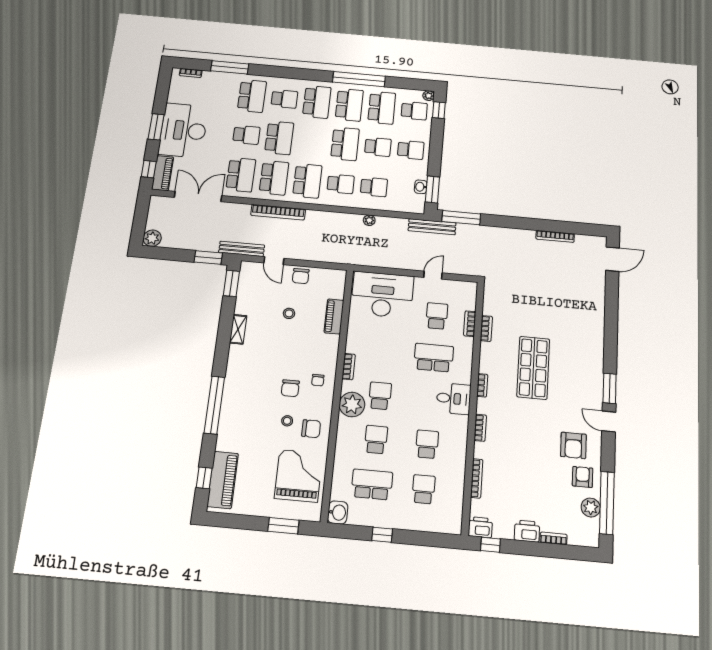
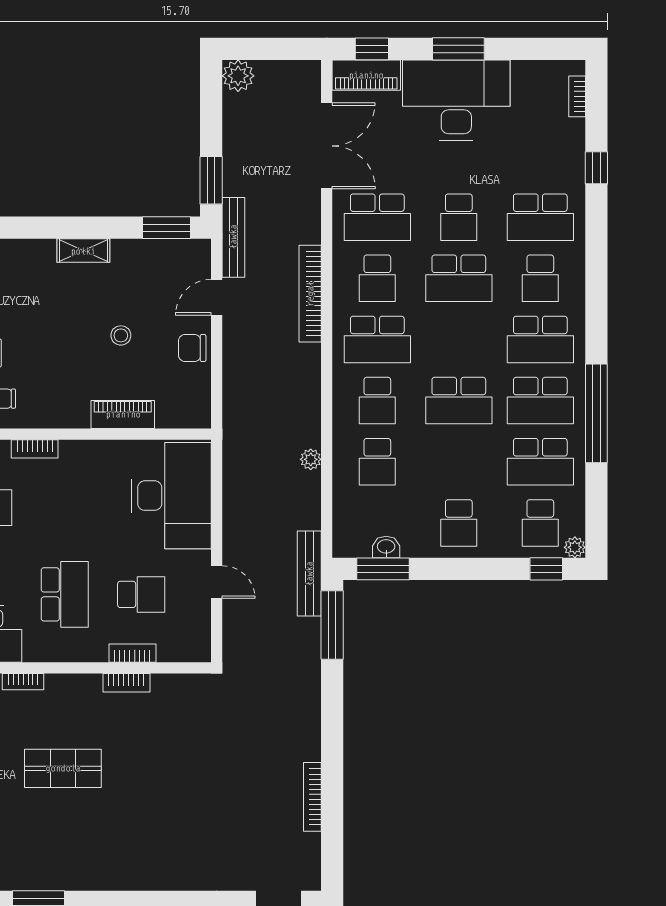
window: (230, 67) -> (596, 168), width x0.46
school desk: (378, 147) -> (459, 462), removed
school desk: (274, 178) -> (377, 278), width x0.54
shop shelf: (533, 368) -> (63, 768), width x0.70, depth x0.74

